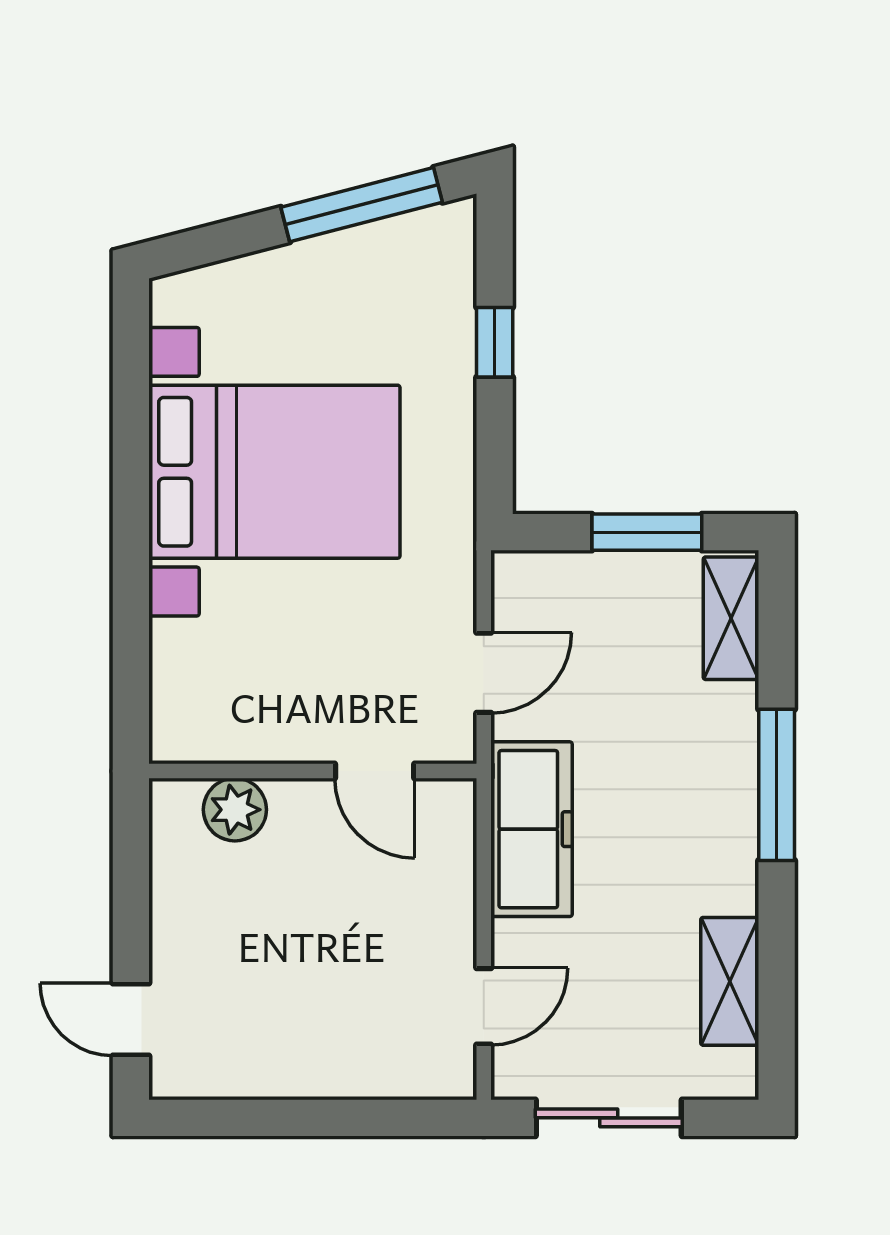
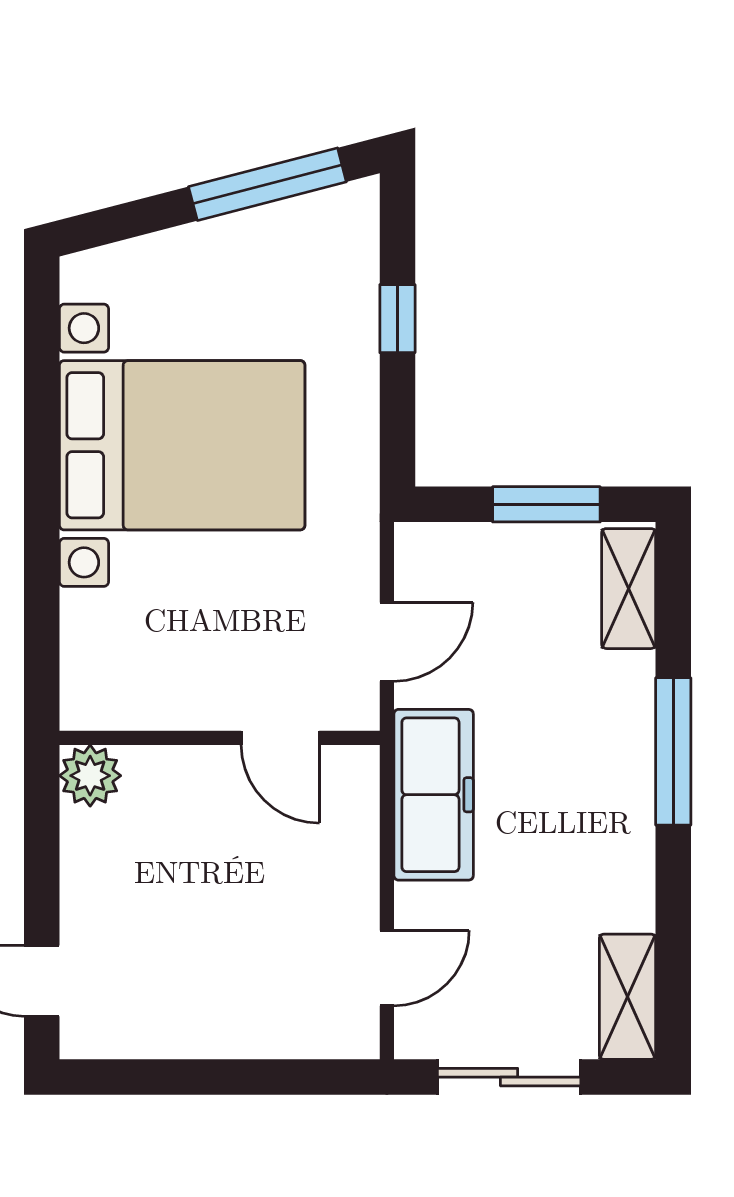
plant: (235, 810) -> (90, 776), moved
shelving: (730, 981) -> (627, 997), moved

